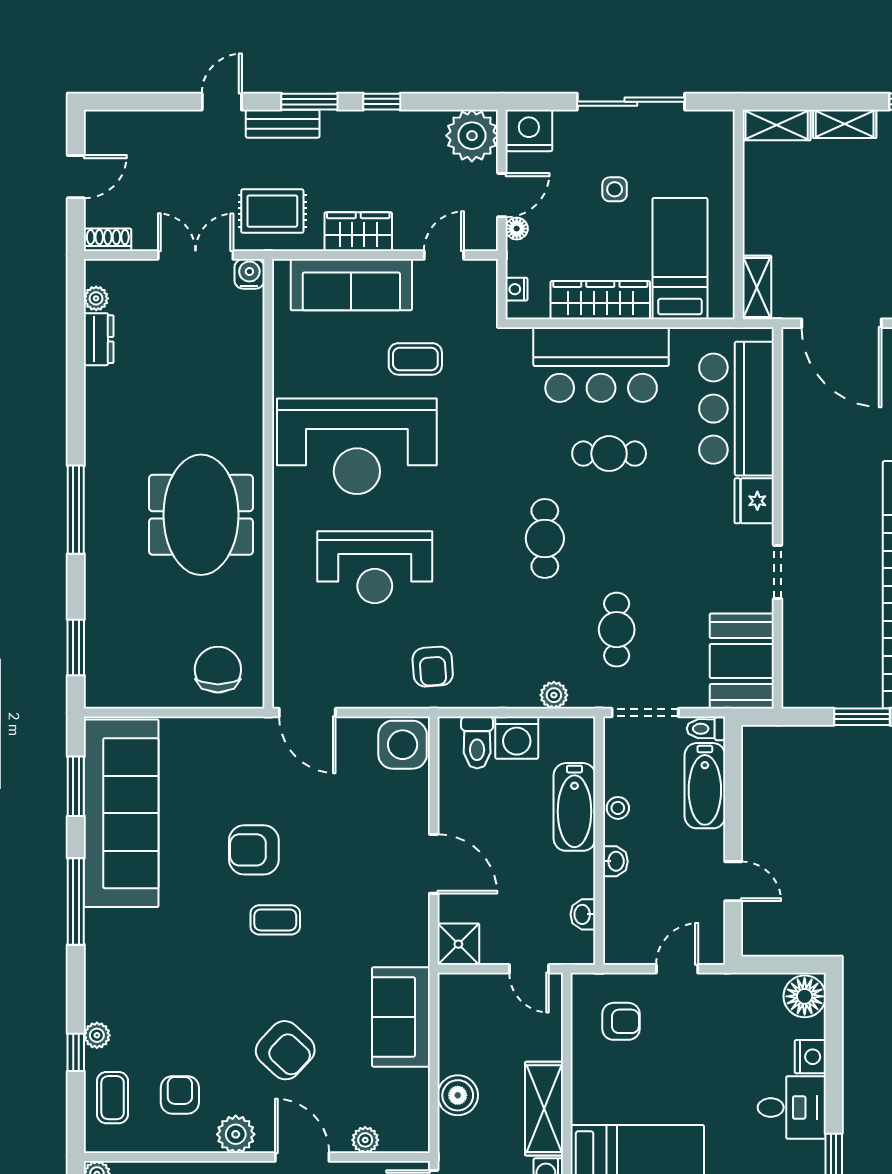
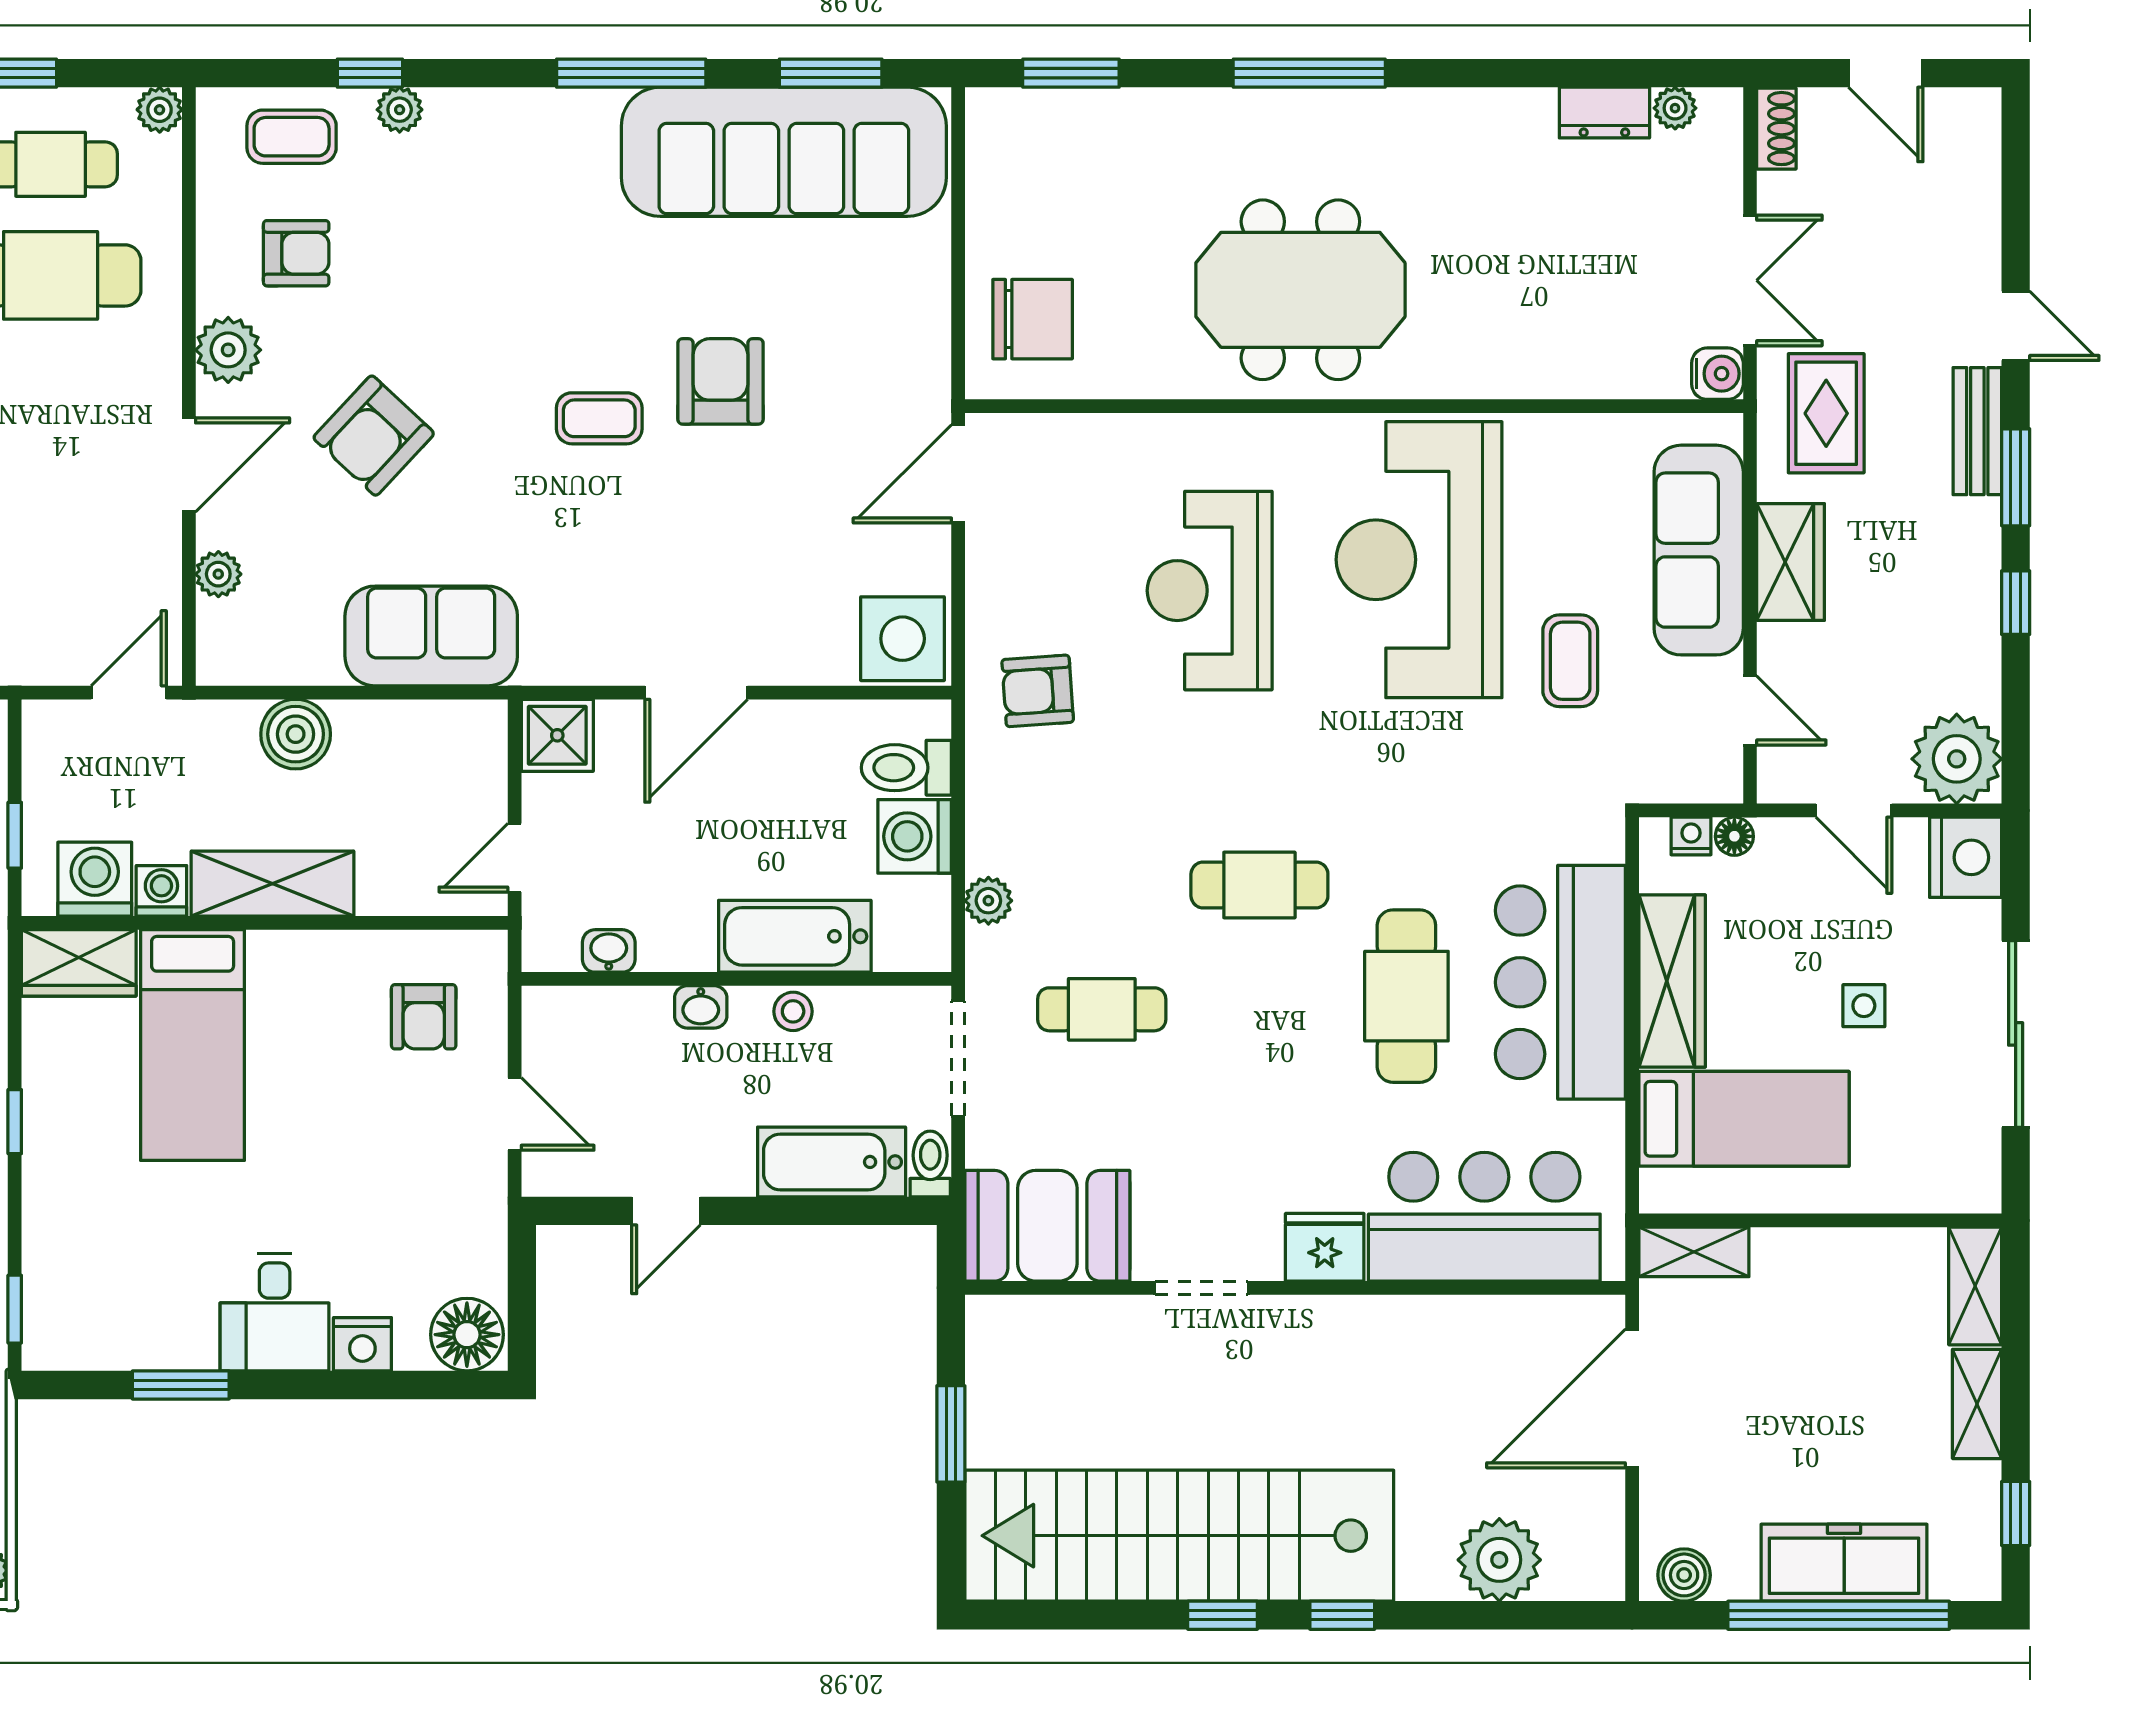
floor lamp: (517, 229) -> (1734, 836), moved
cafe table: (609, 454) -> (1406, 996), width x1.37, depth x1.35
coffee table: (275, 920) -> (599, 418), turned 90

